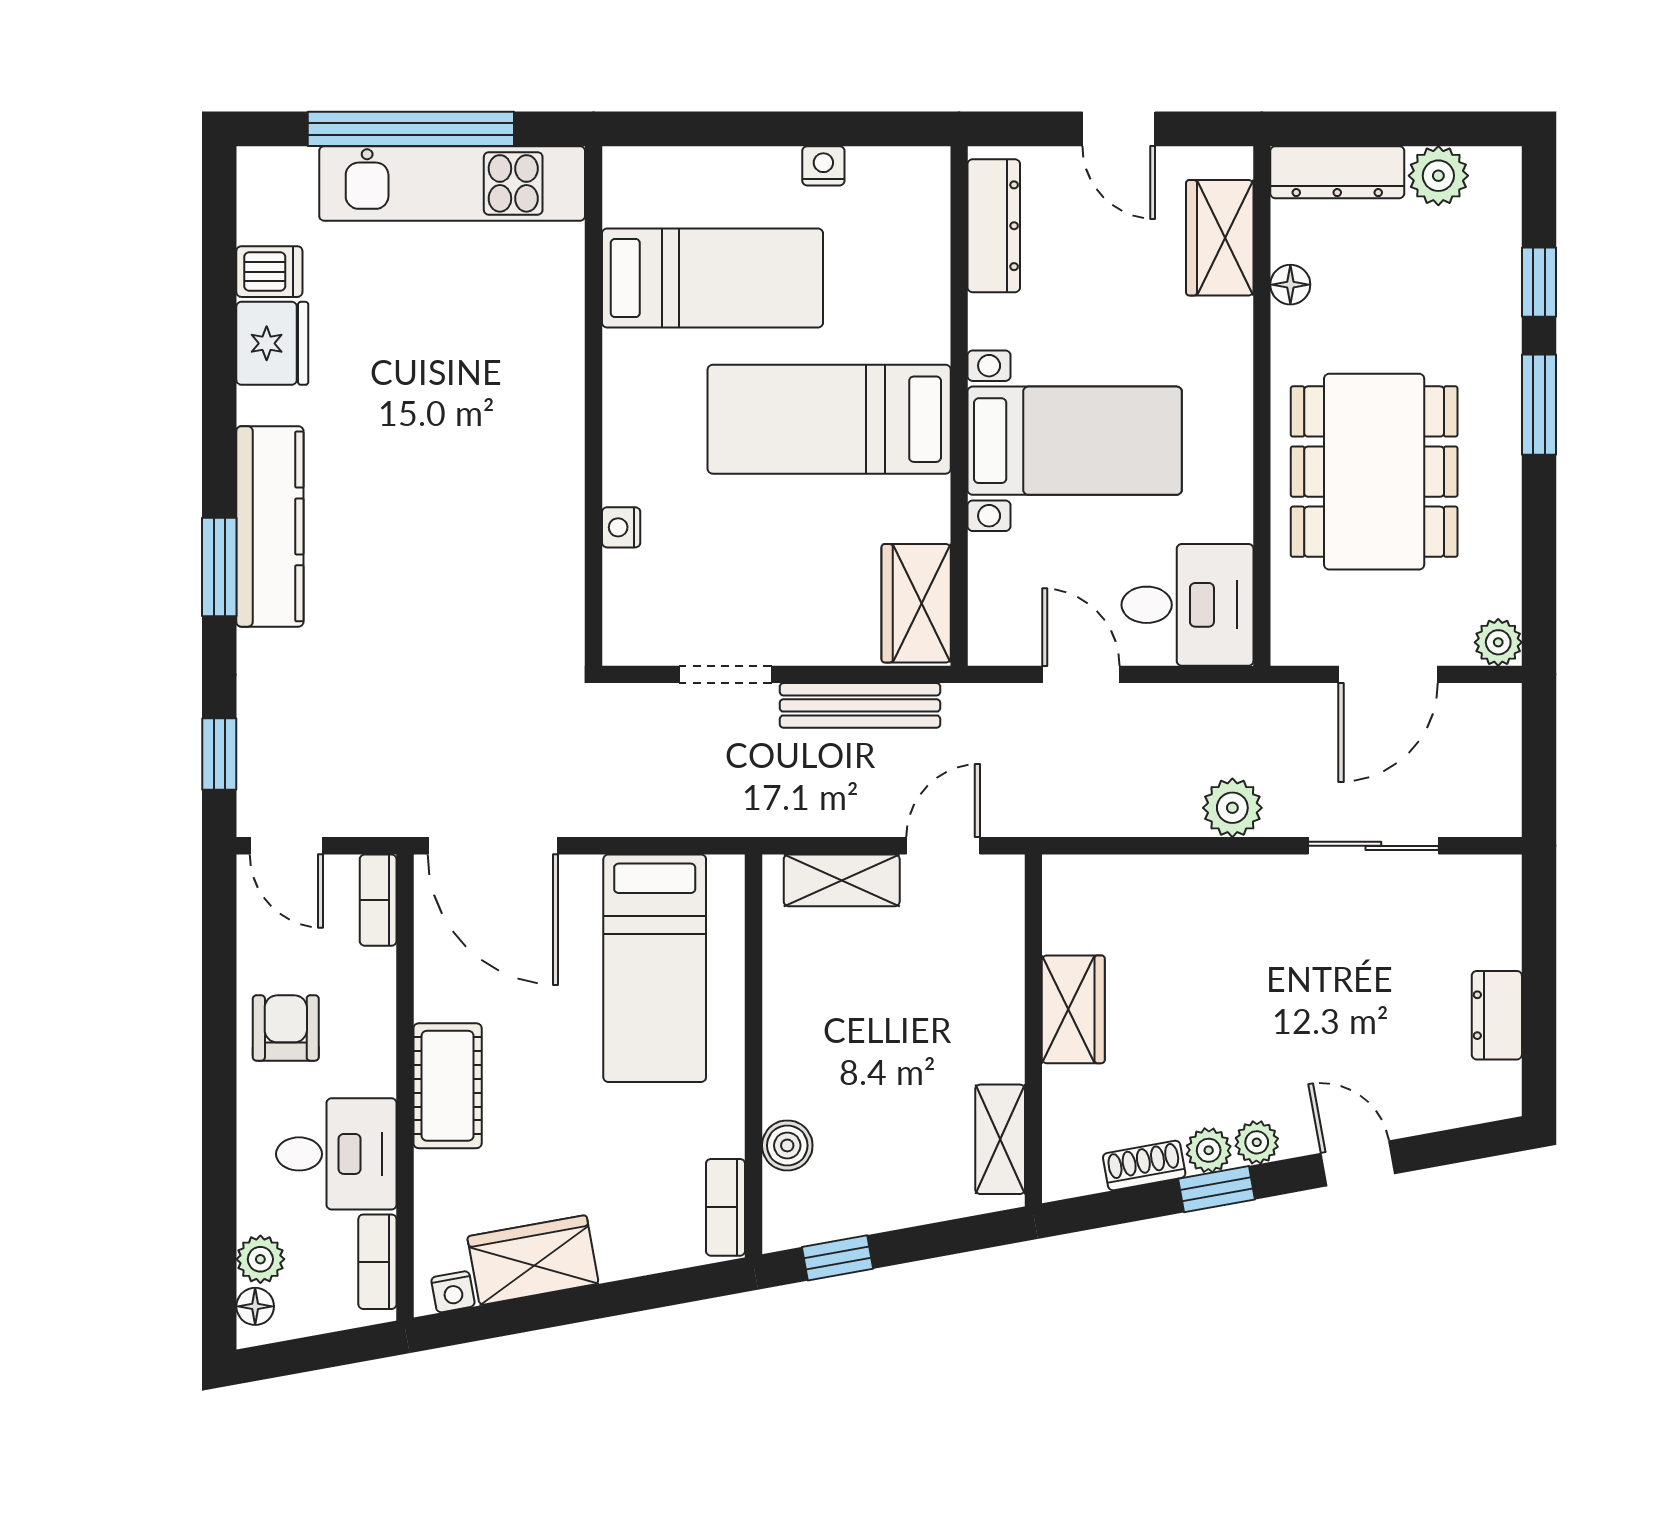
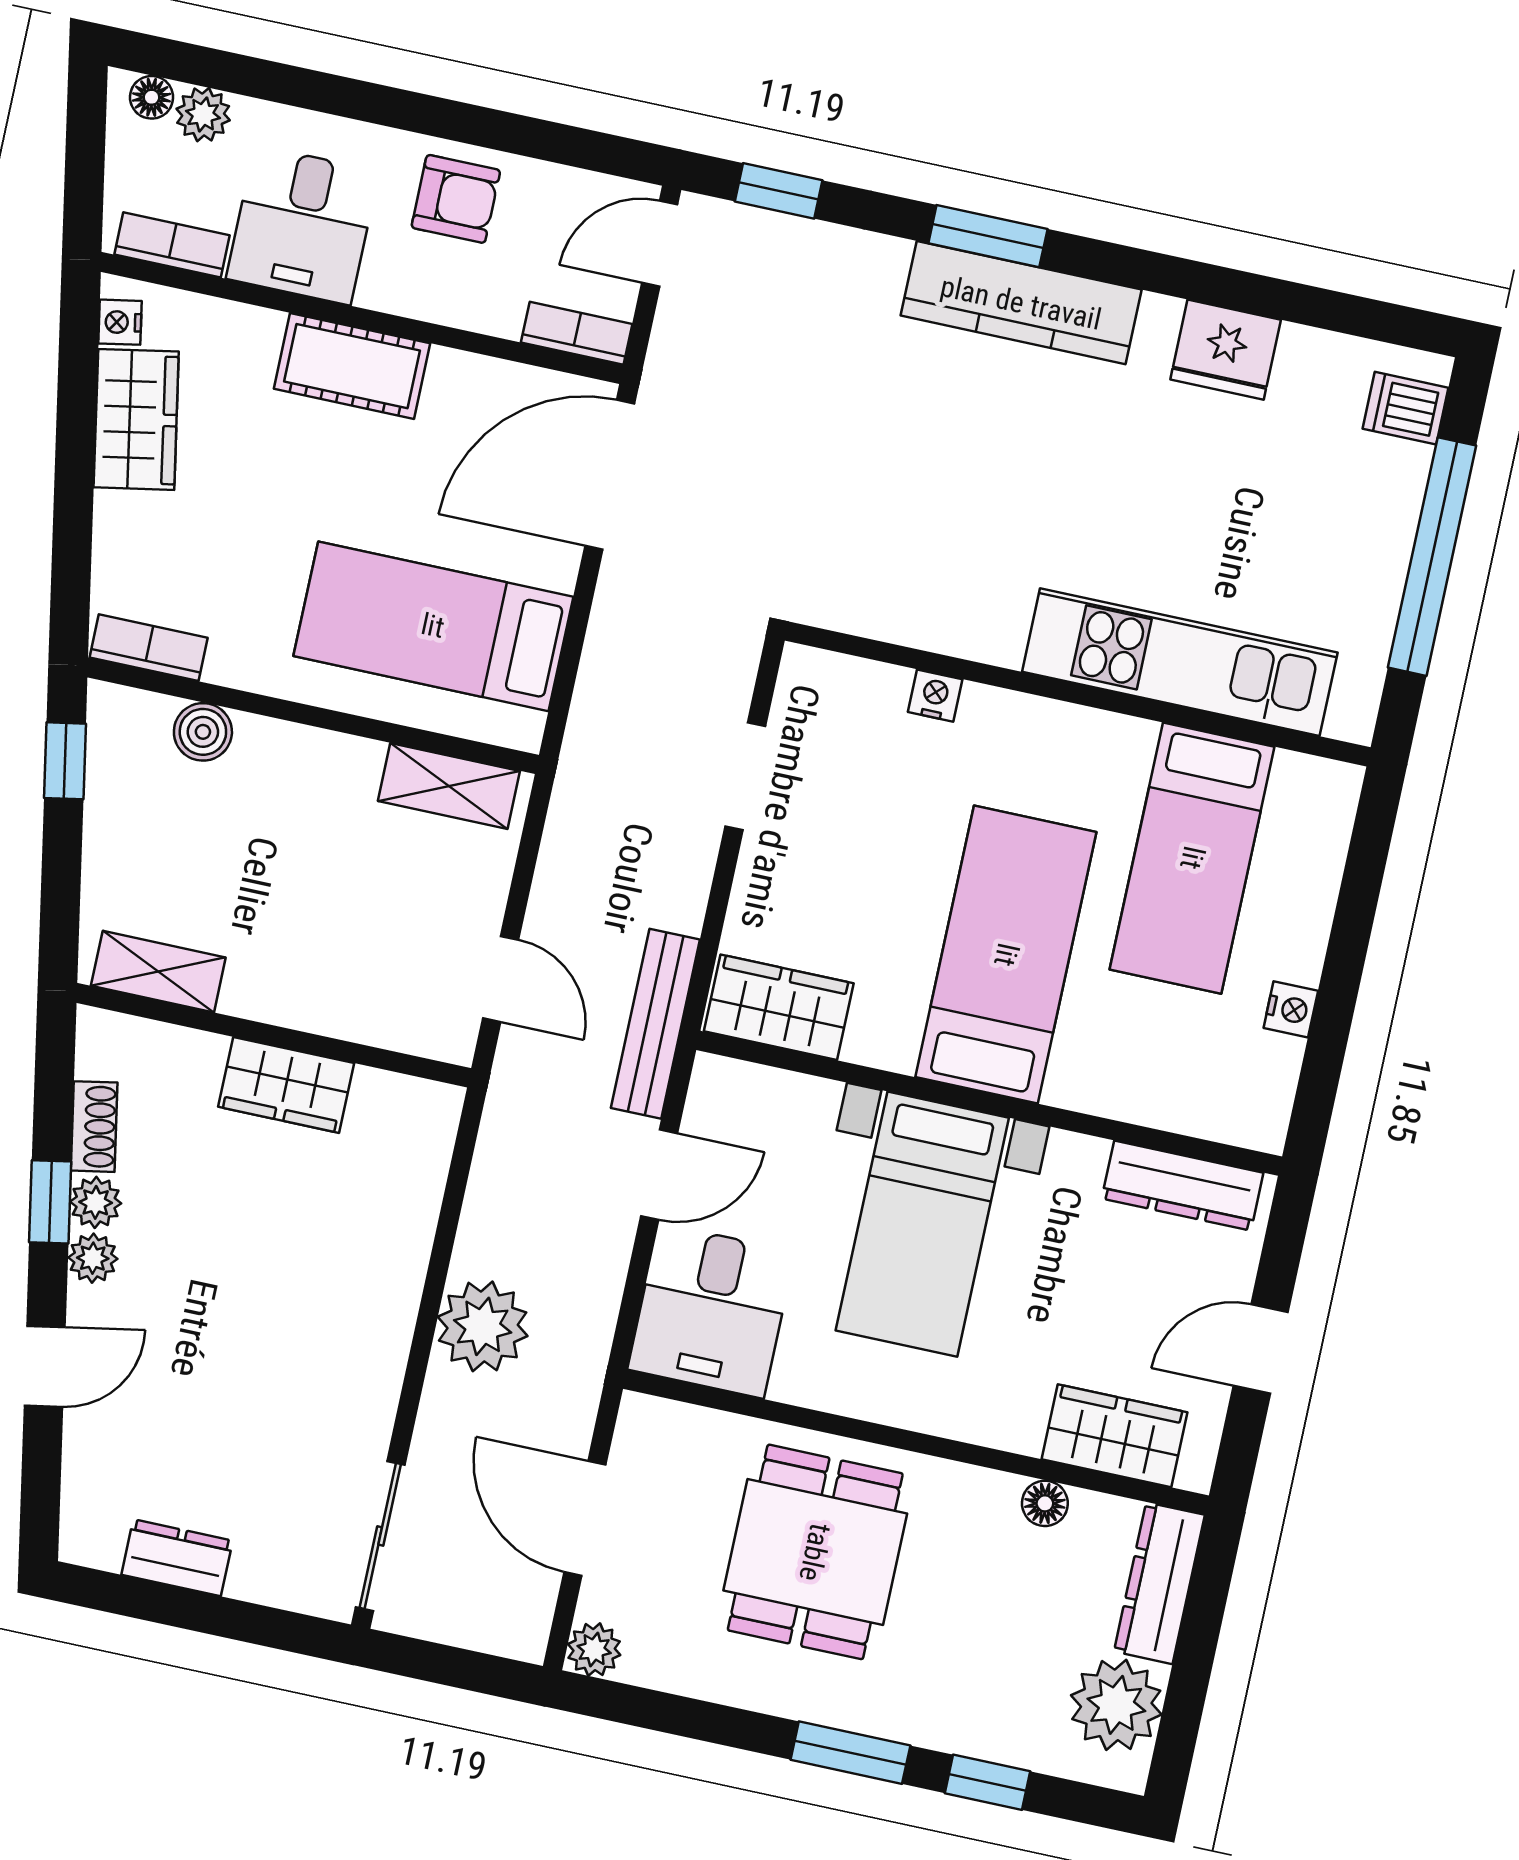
plant: (1438, 176) -> (1116, 1705), width x1.36, depth x1.36
kitchen unit: (452, 183) -> (1180, 662), moved, turned 90
dishwasher: (269, 272) -> (1406, 408), moved, turned 90
dining table: (1374, 472) -> (815, 1552), width x0.73
bench: (860, 705) -> (655, 1024), moved
plant: (1232, 808) -> (483, 1326), width x1.36, depth x1.36
sliding door: (1373, 846) -> (380, 1536), moved
shelving: (842, 880) -> (449, 786), moved, turned 90

